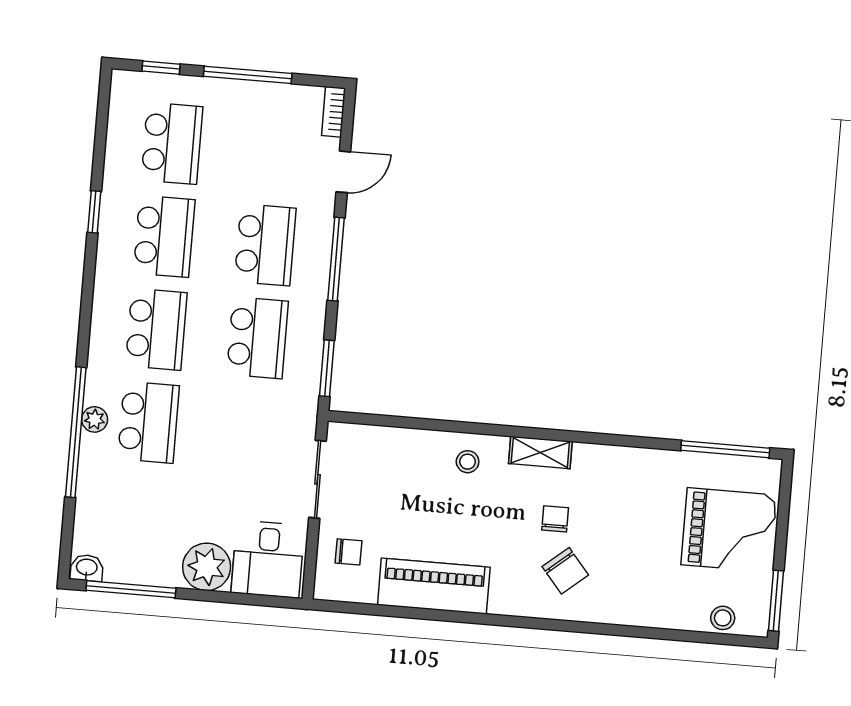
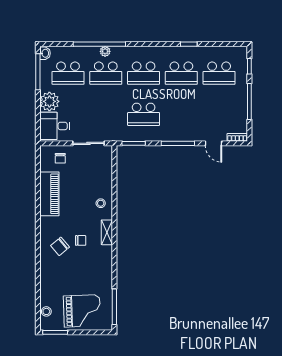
school desk: (265, 245) -> (68, 73), moved
grand piano: (729, 530) -> (82, 311), turned -92

